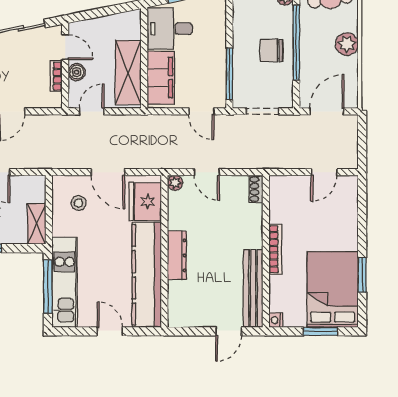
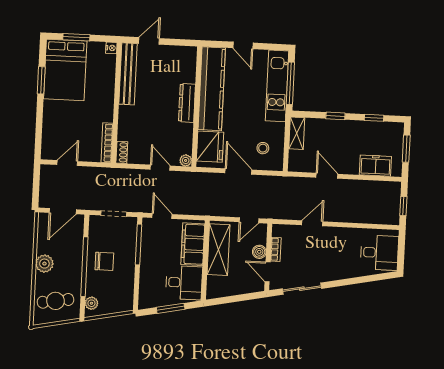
bookcase: (275, 249) -> (107, 143), moved

